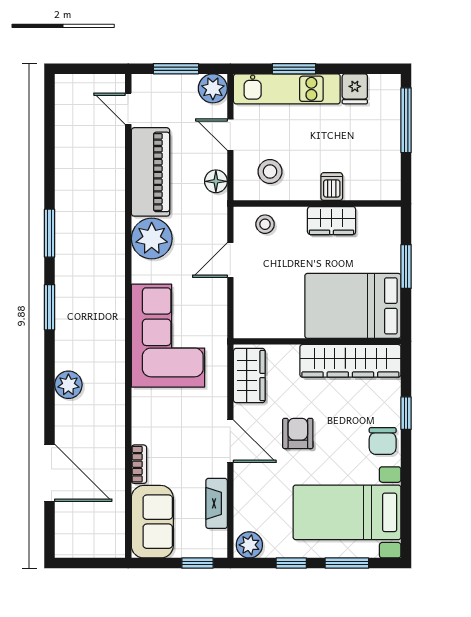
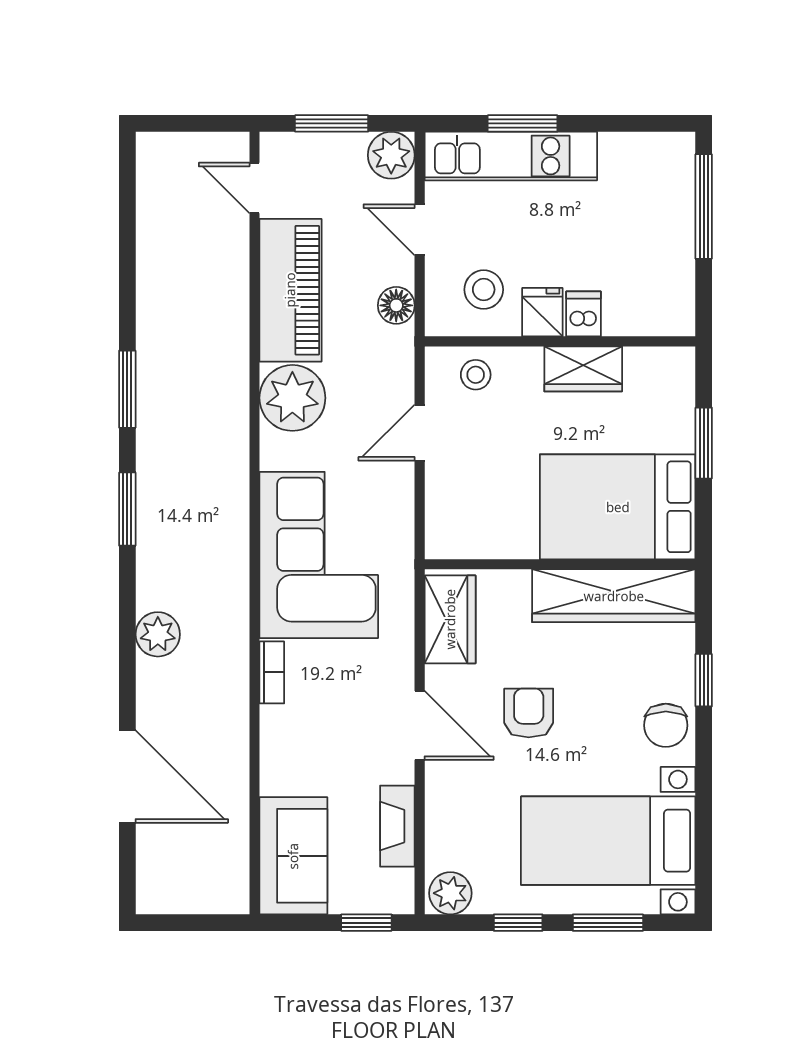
fridge: (355, 89) -> (542, 312), moved, turned 180
bookcase: (139, 464) -> (272, 672), moved

